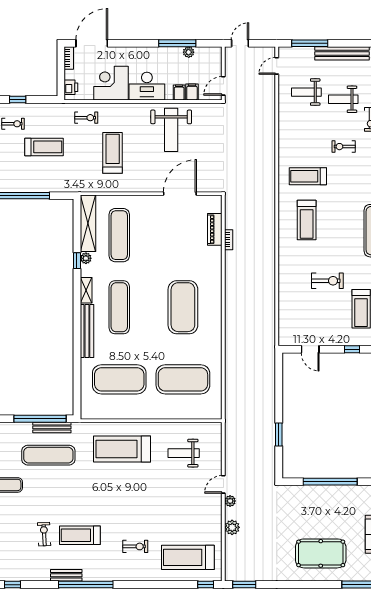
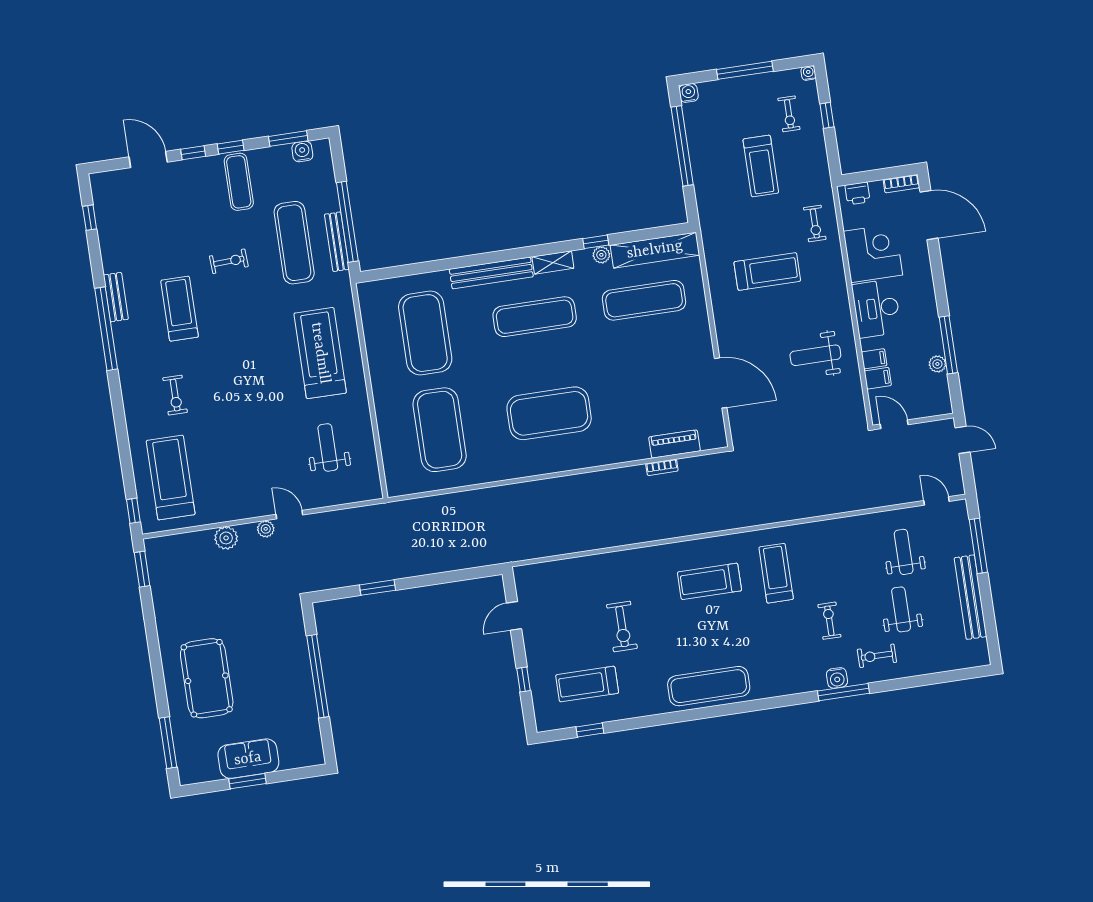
weight bench: (171, 130) -> (815, 355), width x0.73, depth x0.75
exercise bike: (44, 534) -> (229, 261), moved

